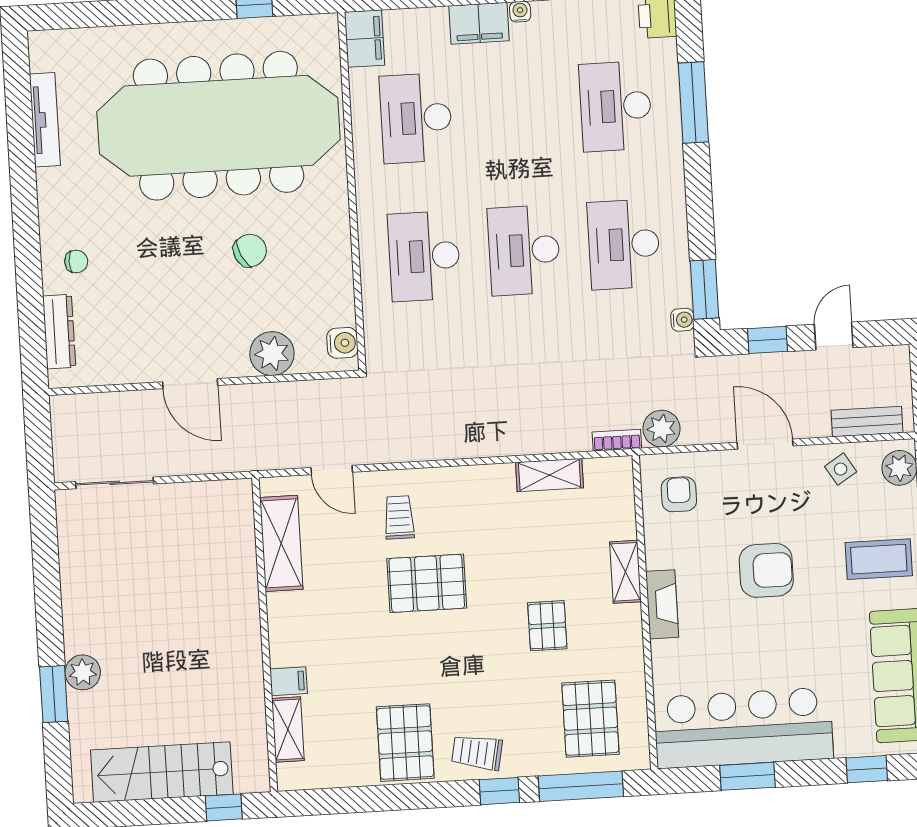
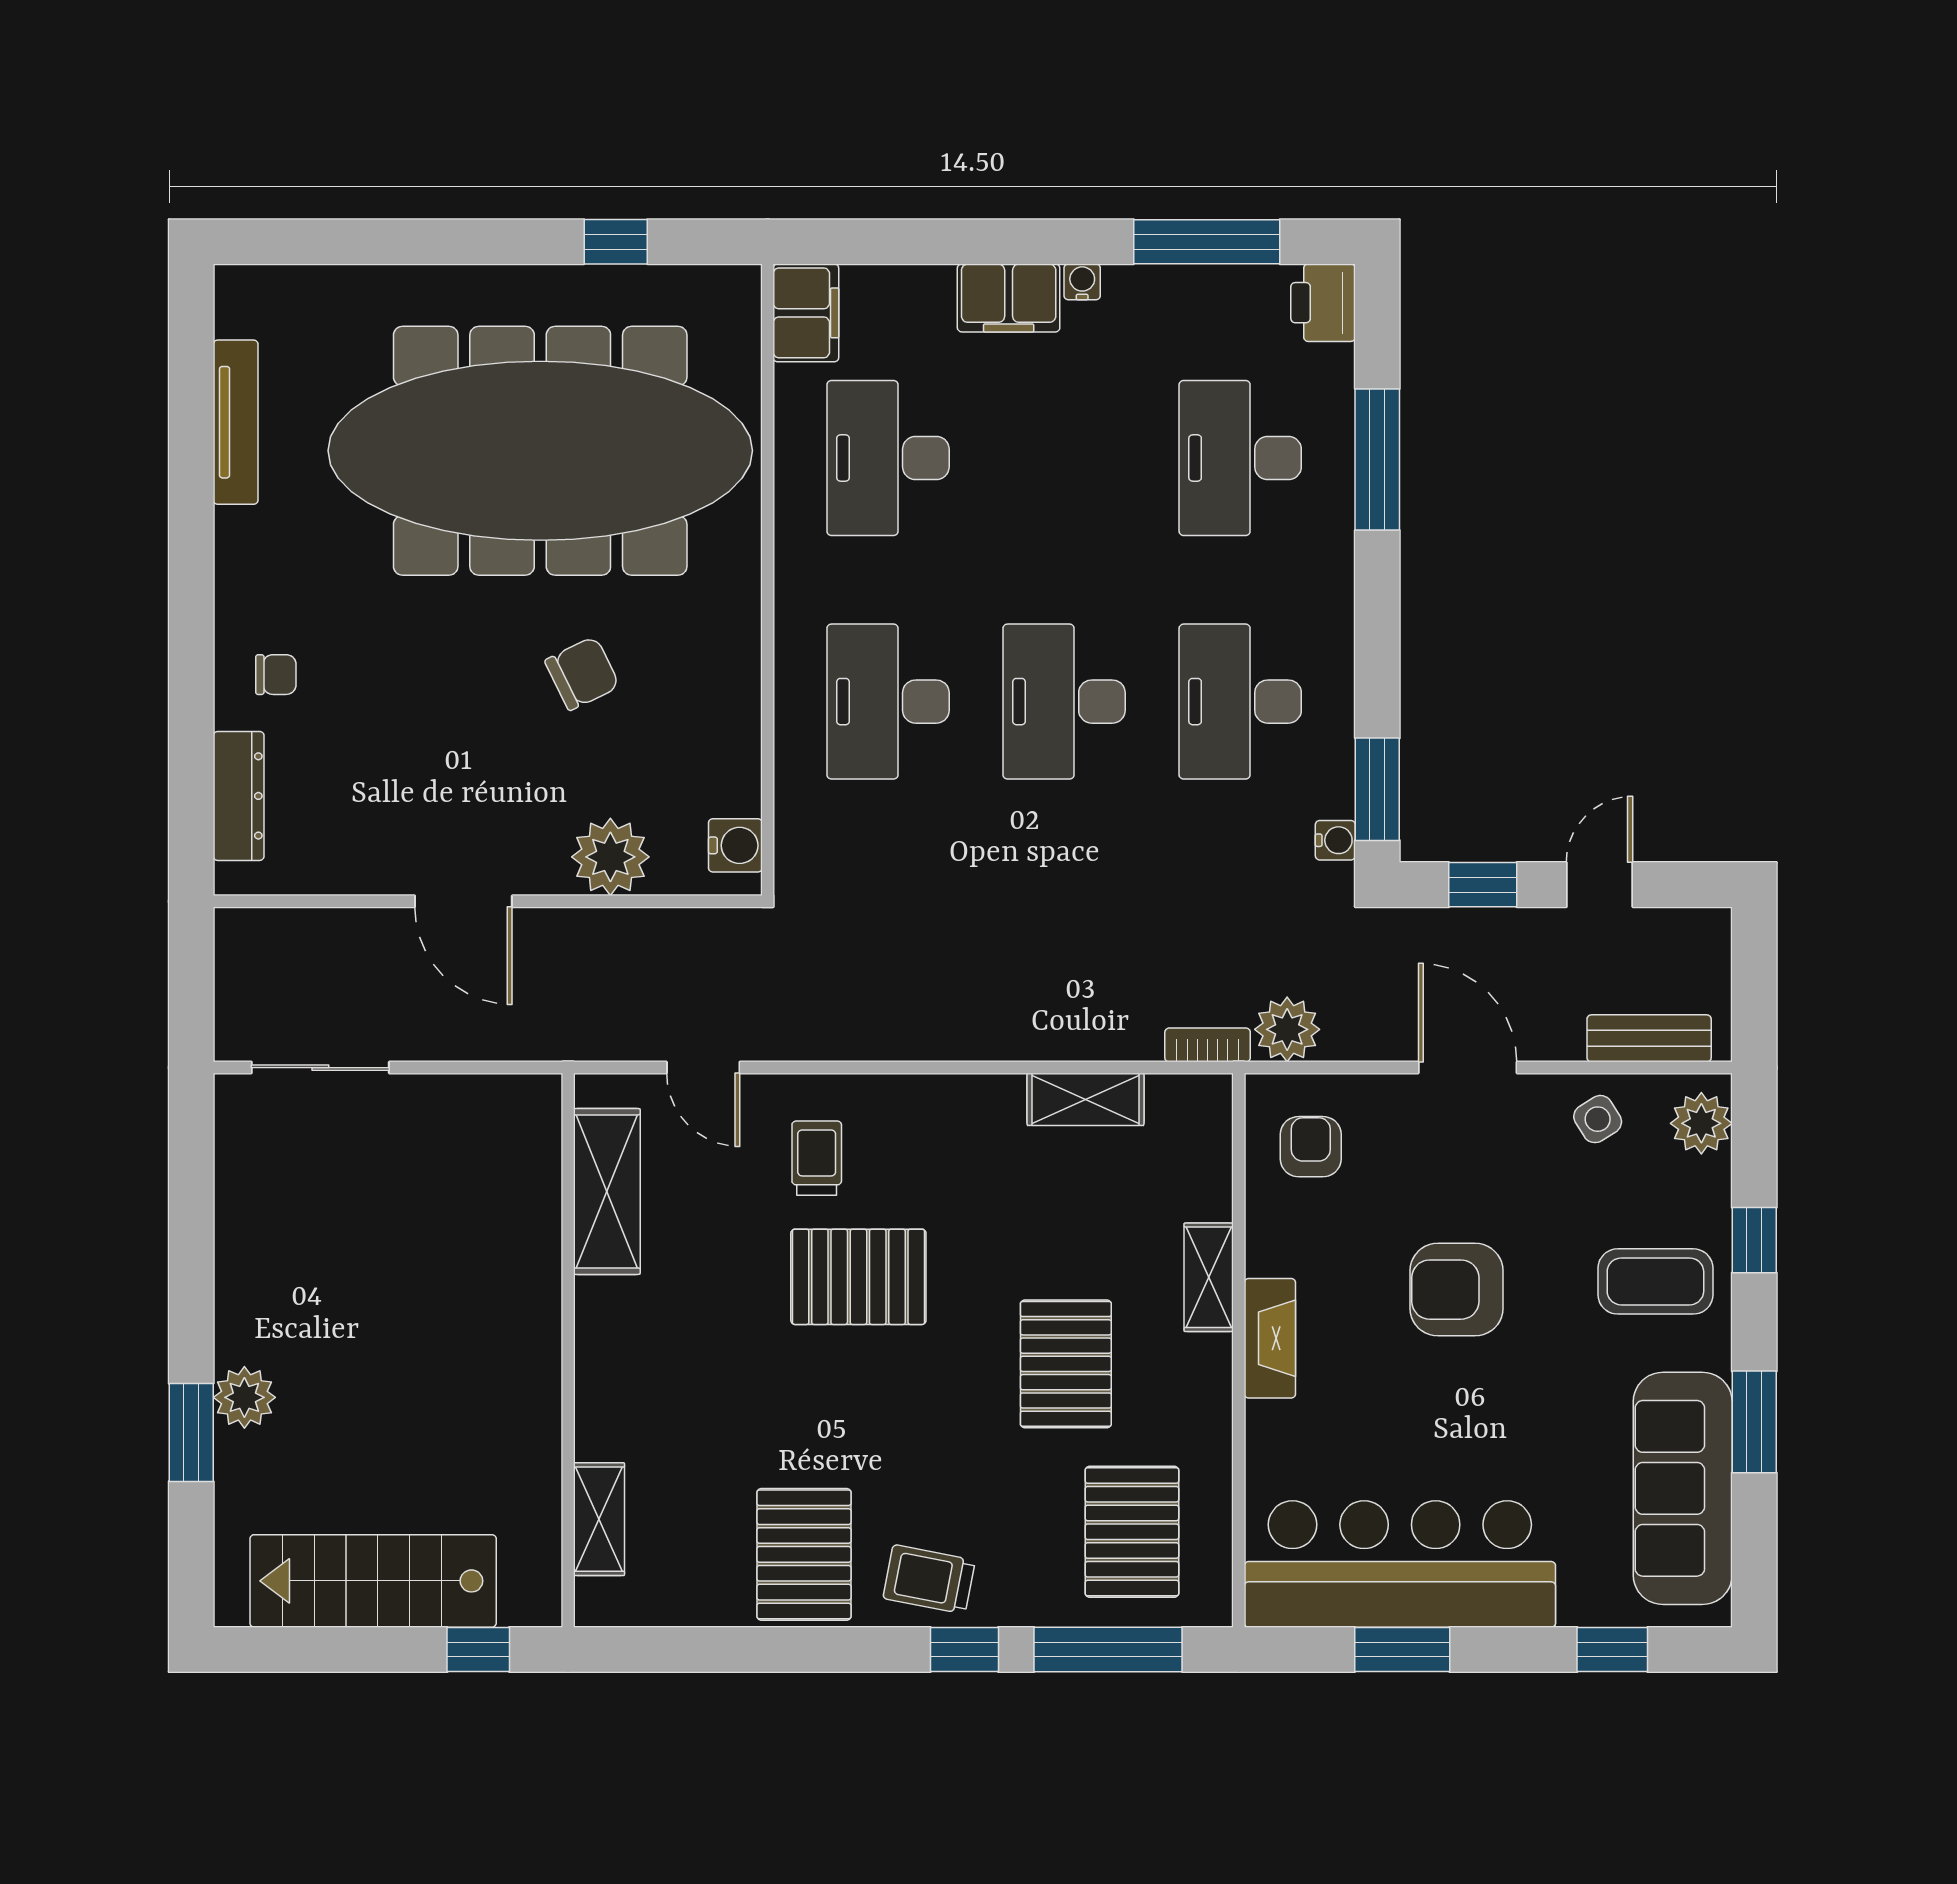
armchair: (766, 570) -> (1456, 1290), turned 180
pallet: (547, 626) -> (1066, 1364), width x1.50, depth x1.42
filing cabinet: (289, 681) -> (605, 1434), removed

